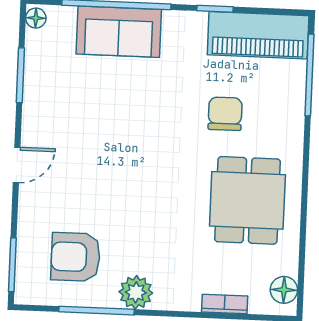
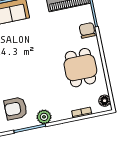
chair: (225, 114) -> (87, 30), moved

